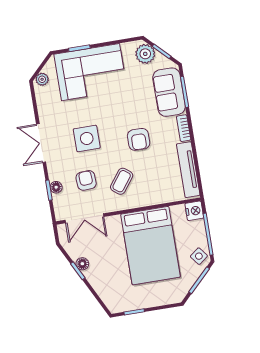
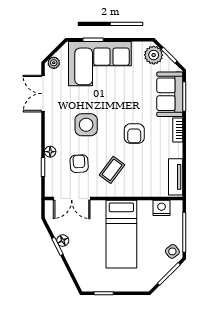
double door: (41, 143) -> (43, 94), moved
tv unit: (188, 170) -> (176, 177), width x0.71
floor lamp: (56, 187) -> (50, 152), moved
nightstand: (194, 211) -> (161, 208), moved, turned -90
bed: (150, 246) -> (121, 234), width x0.67

